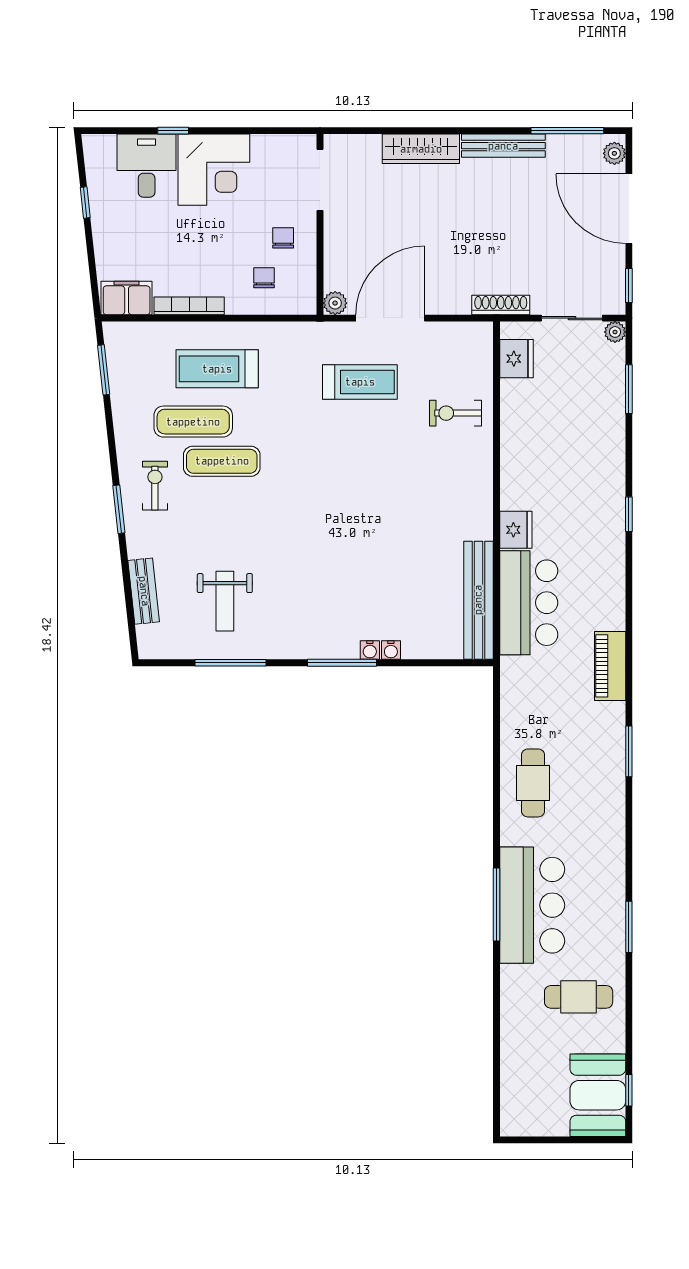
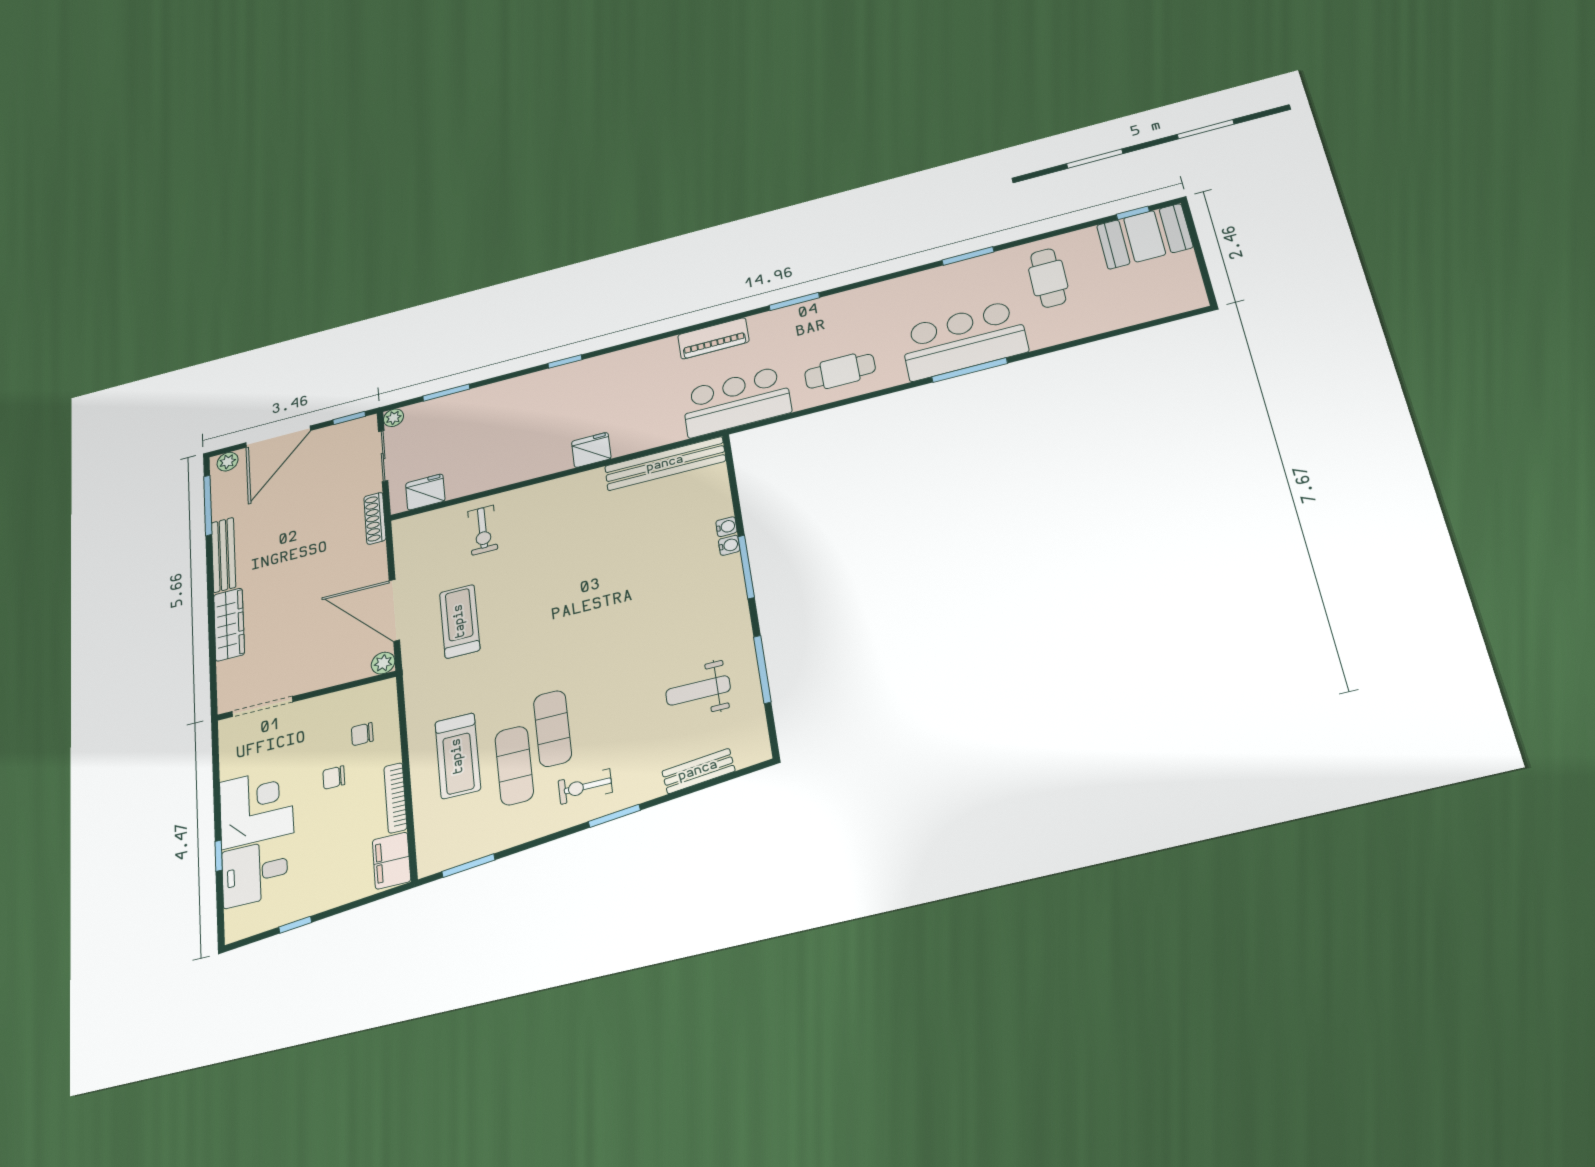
chair: (283, 238) -> (334, 777), moved
weight bench: (225, 601) -> (698, 690), turned 180
bar counter: (529, 603) -> (736, 402), moved

